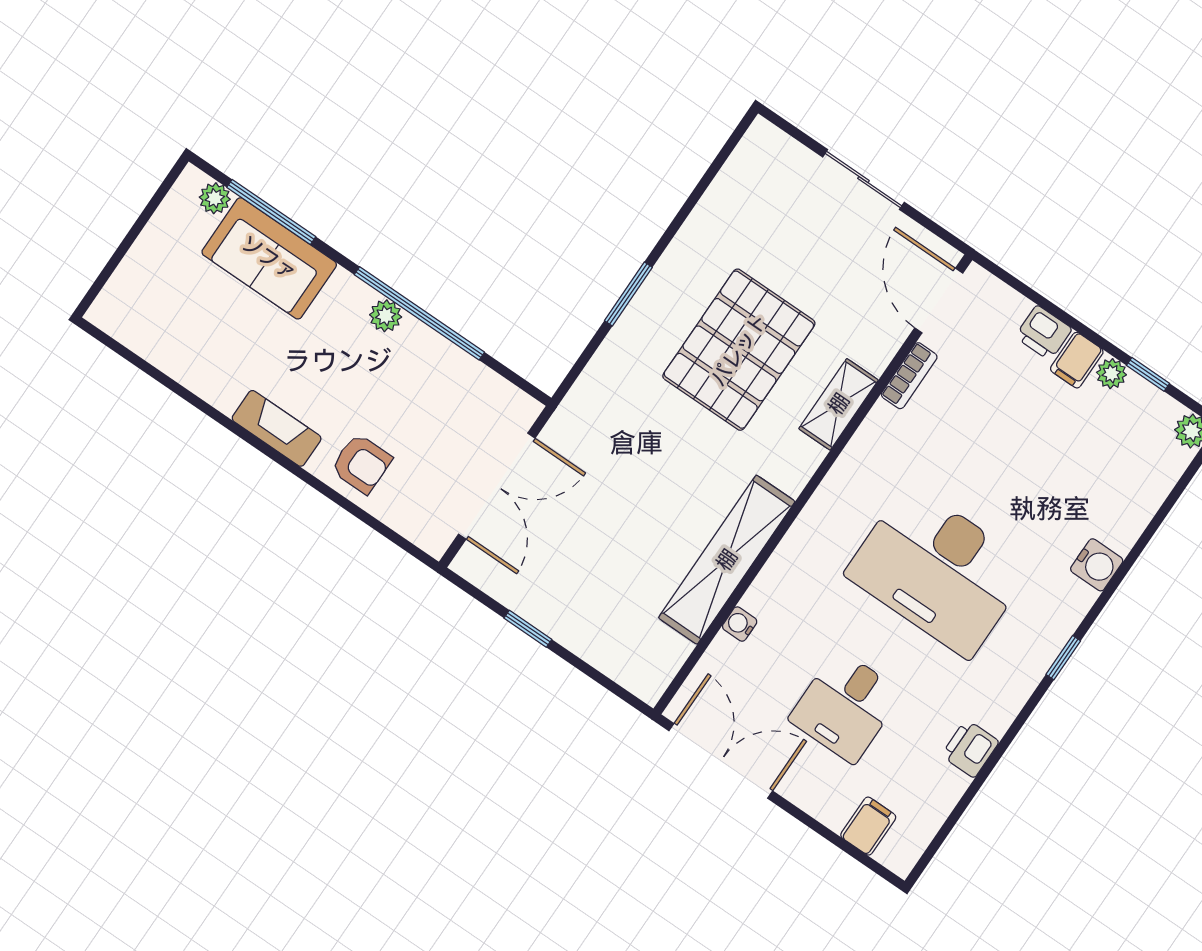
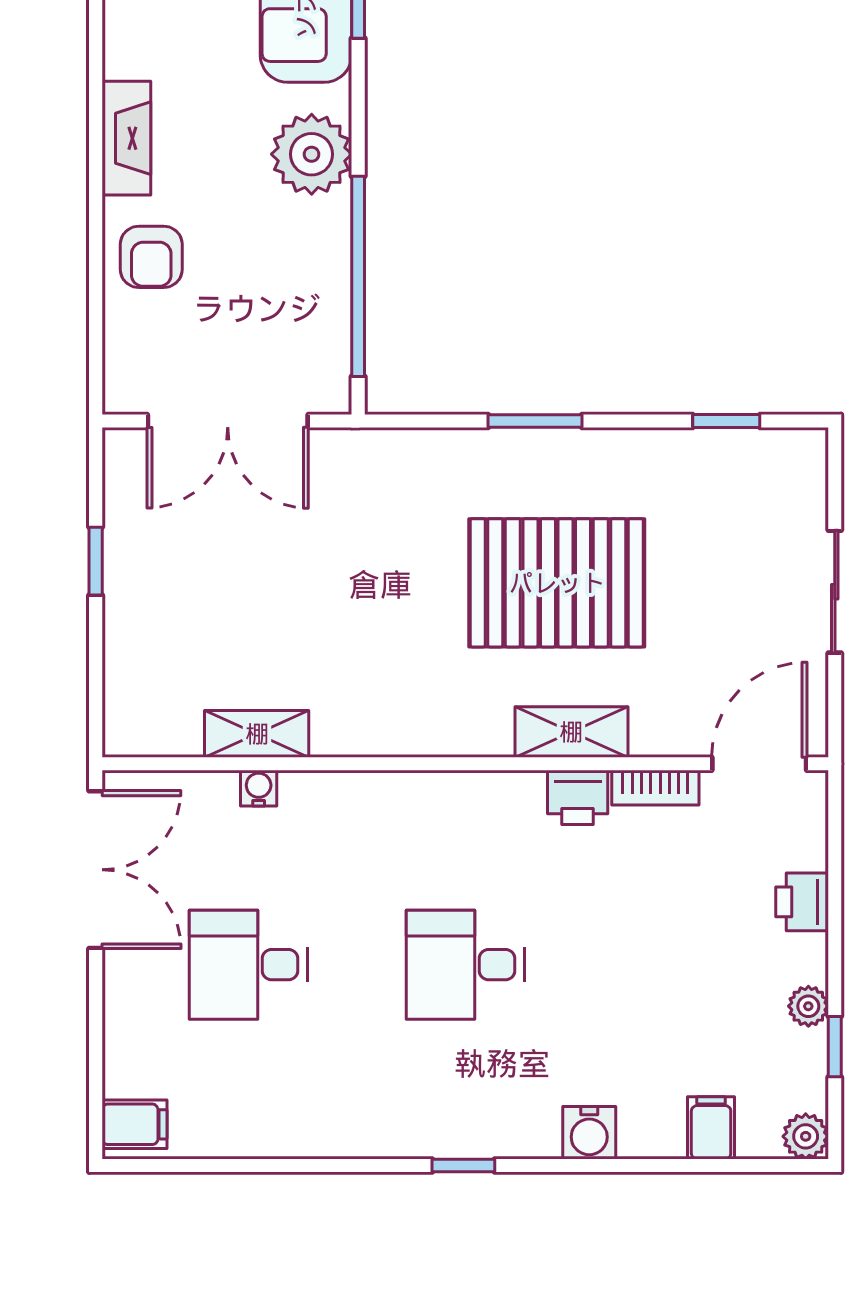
window: (710, 174) -> (726, 421), added
window: (419, 313) -> (358, 276), moved
plant: (386, 316) -> (312, 154), width x1.88, depth x1.88
filing cabinet: (1077, 360) -> (711, 1128), moved, turned 90
shelving: (727, 560) -> (257, 734), width x0.45, depth x0.75
desk: (938, 570) -> (465, 965), width x0.53, depth x0.77
printer: (970, 749) -> (578, 797), moved, turned 180
filing cabinet: (868, 826) -> (135, 1124), moved

